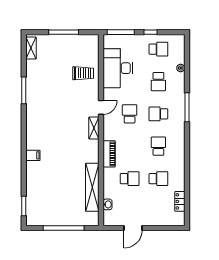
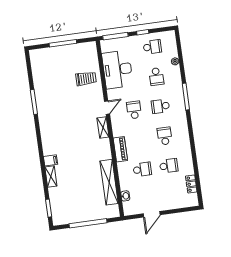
shelving: (31, 48) -> (51, 176), moved

